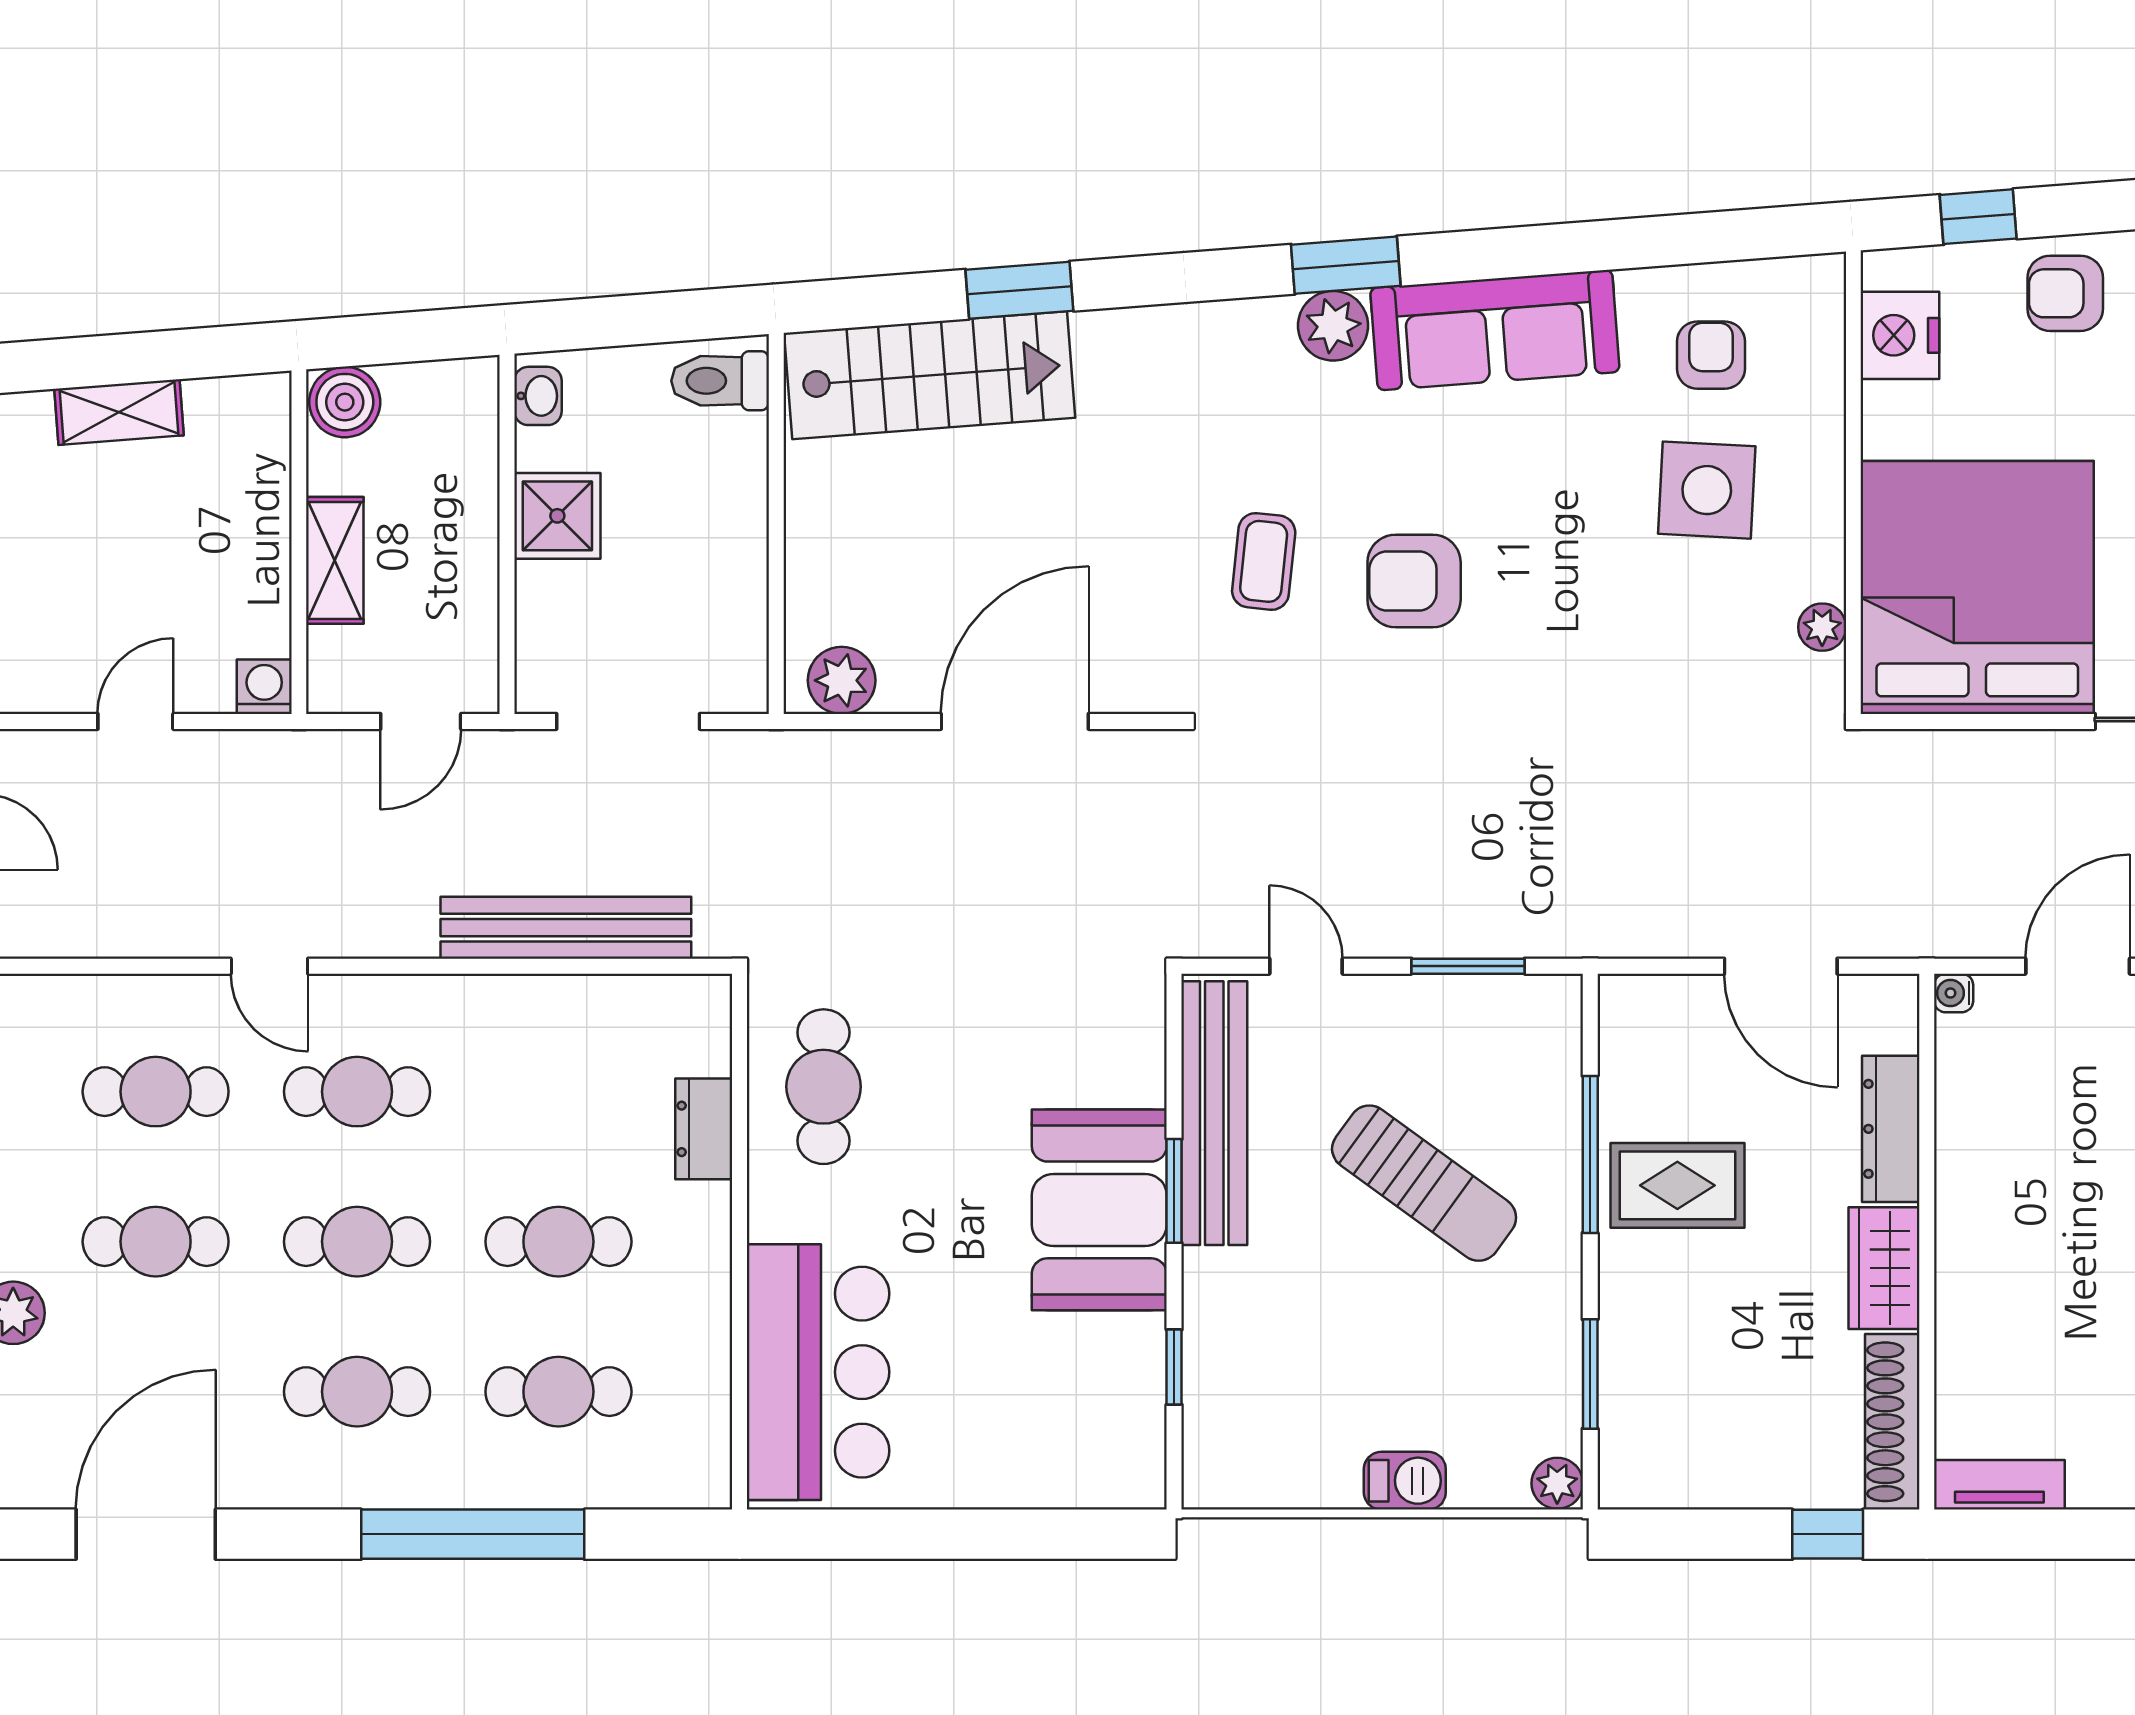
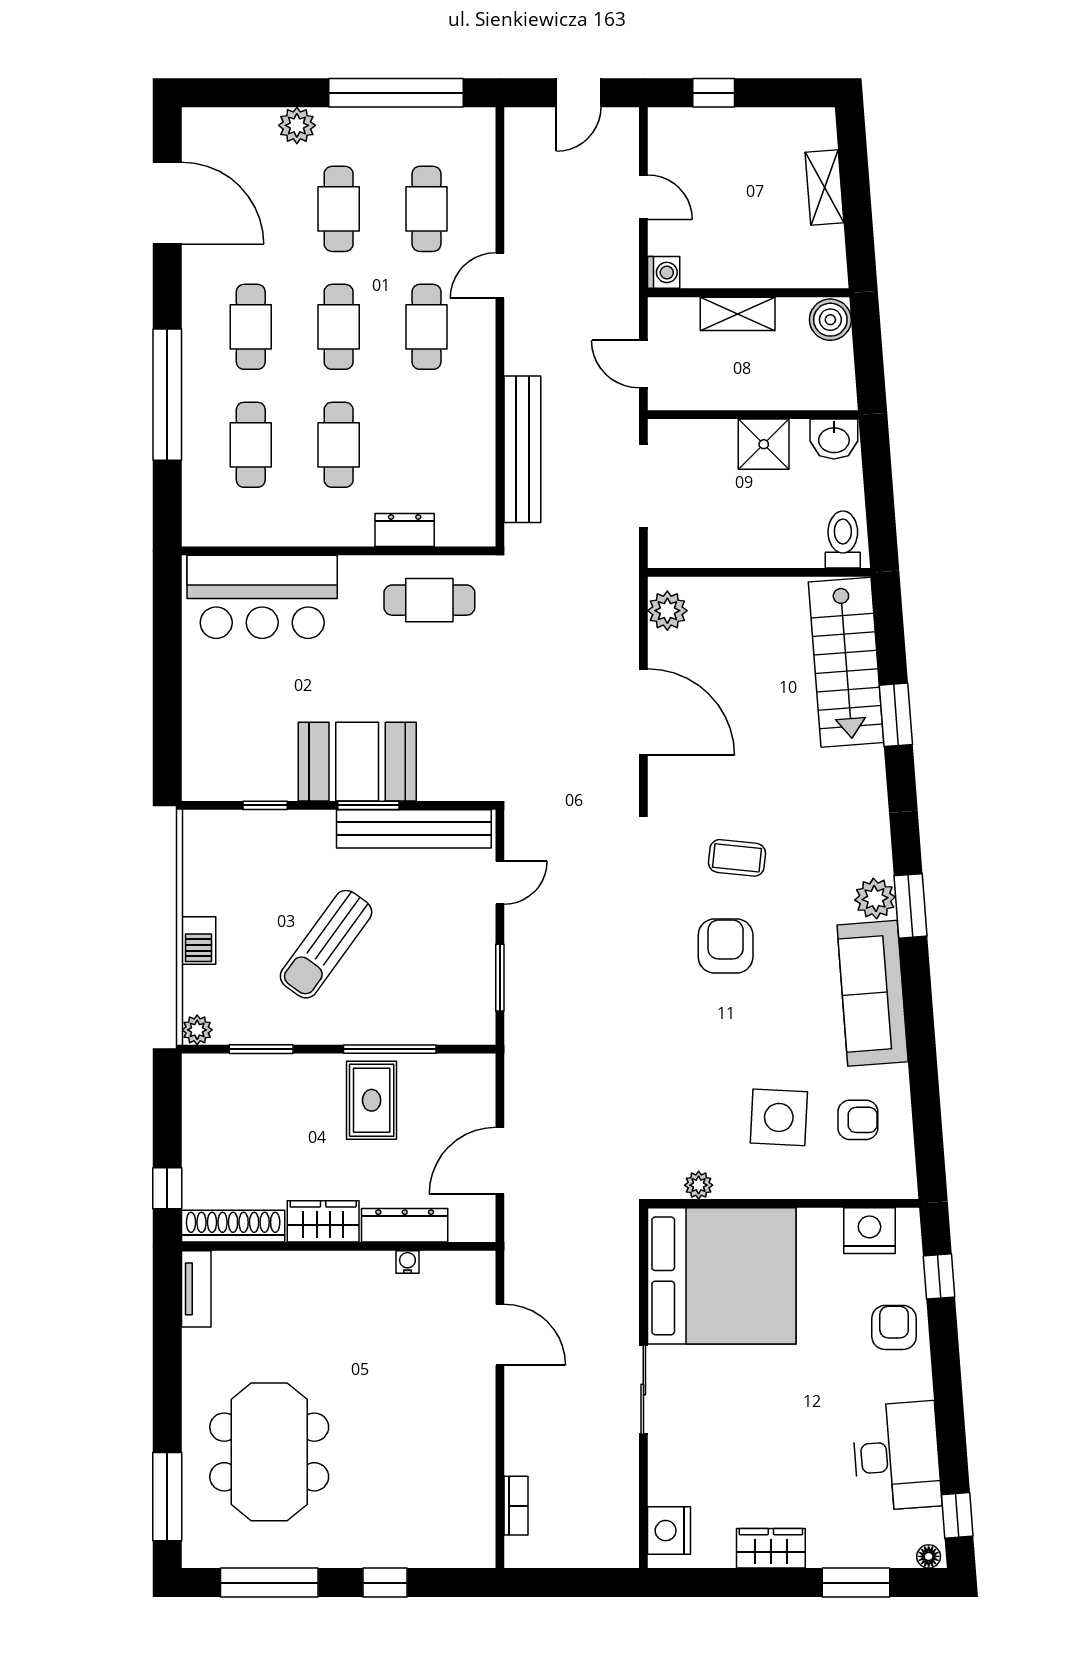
washbasin: (538, 396) -> (834, 439), width x1.38, depth x1.45
water cooler: (1954, 993) -> (407, 1262), moved
sun lounger: (1424, 1183) -> (326, 944), moved

